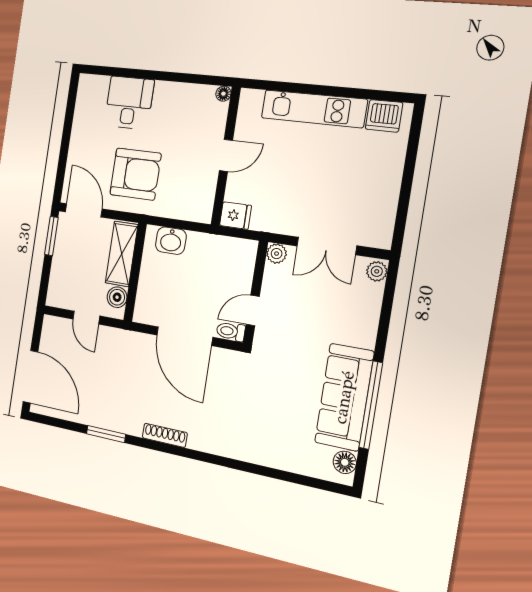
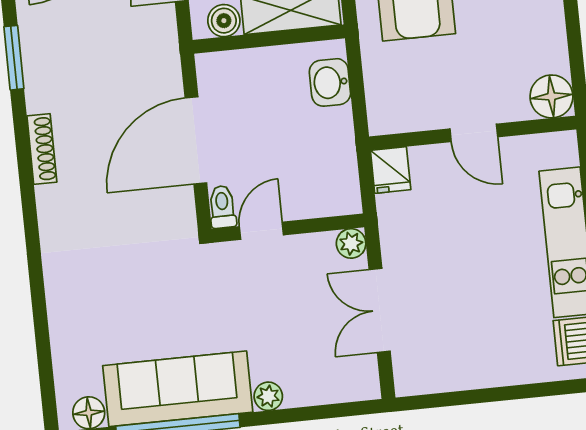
floor lamp: (223, 94) -> (551, 96), width x1.89, depth x1.89
plant: (377, 271) -> (268, 396), moved
door: (253, 310) -> (261, 231), hinge flipped

